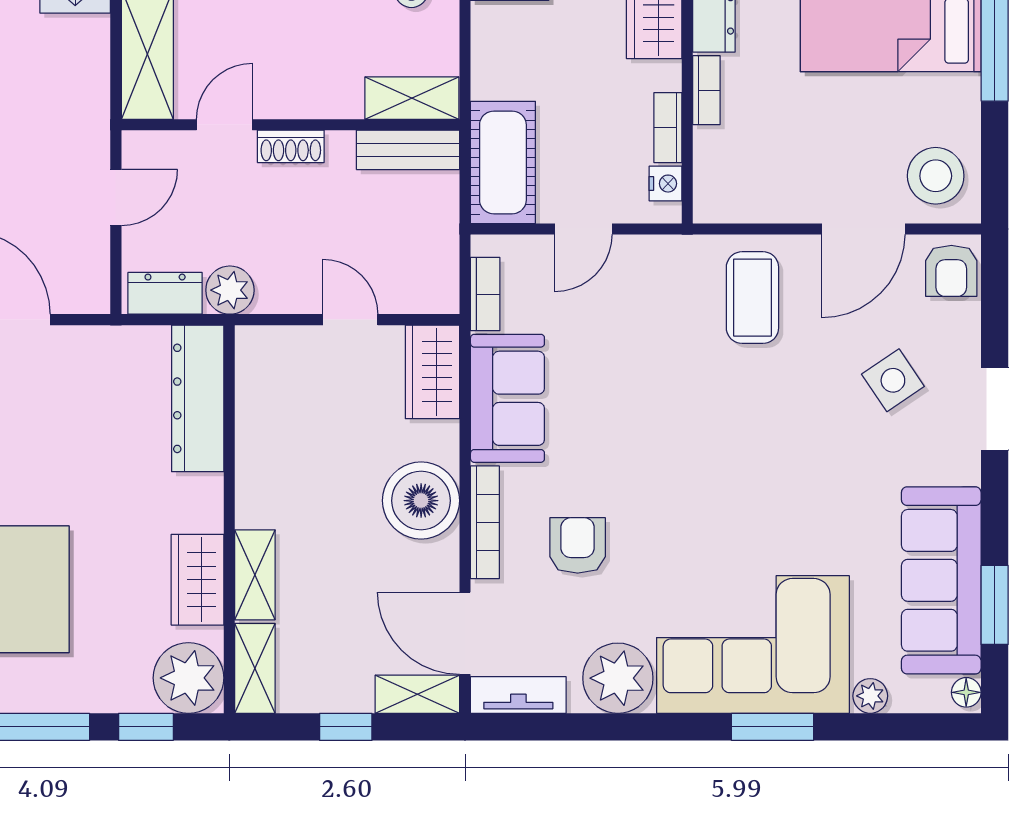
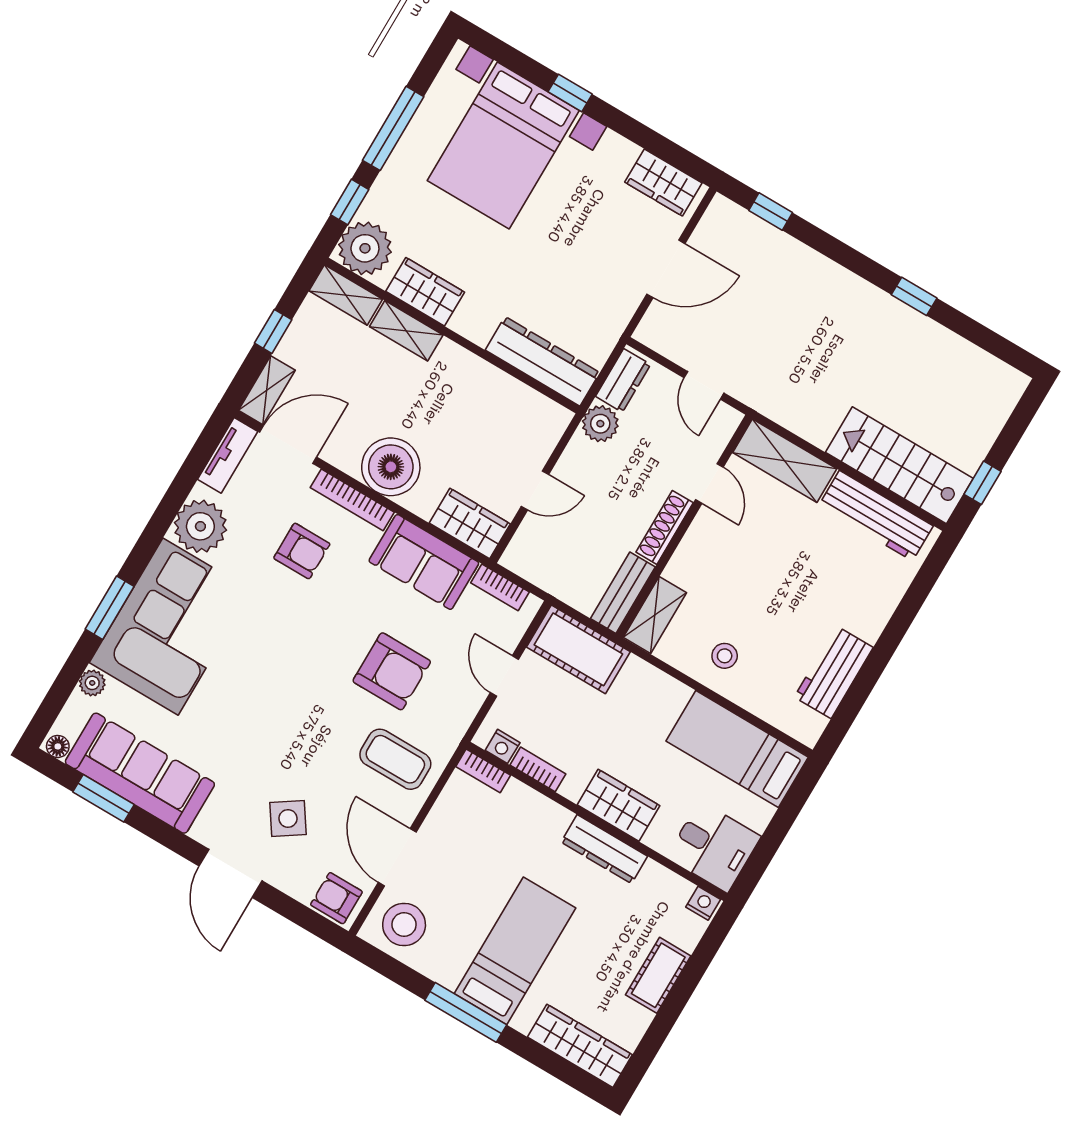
bookcase: (706, 90) -> (483, 771), moved
shoe rack: (291, 146) -> (665, 527), width x1.43
armchair: (654, 361) -> (392, 671), added

